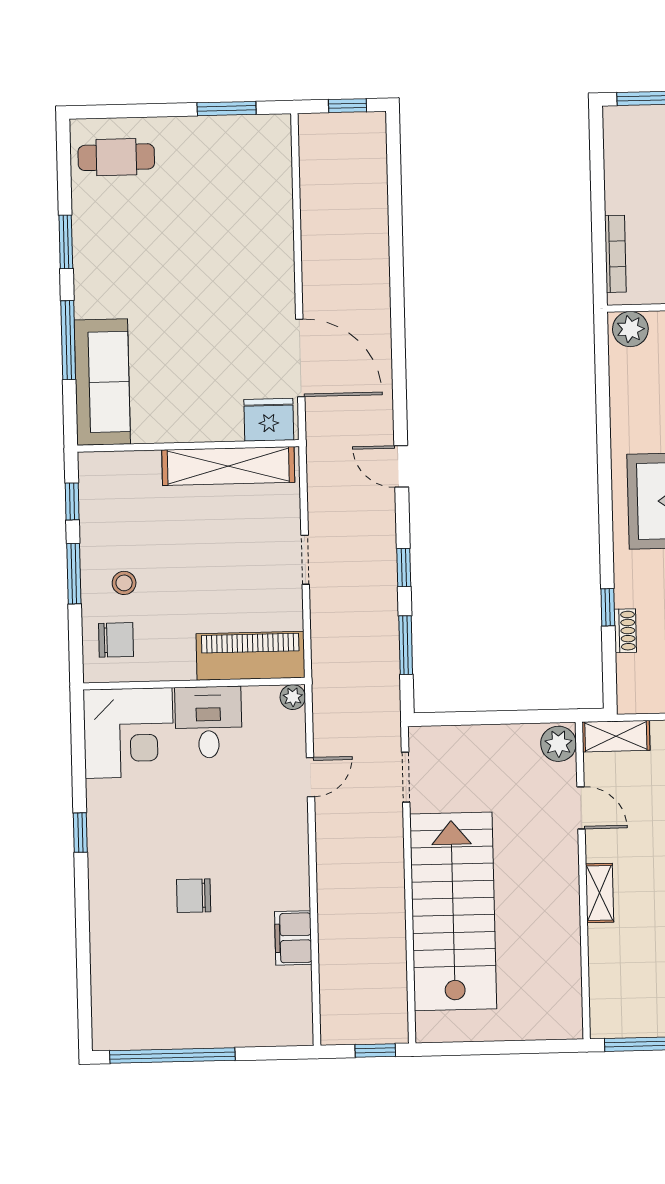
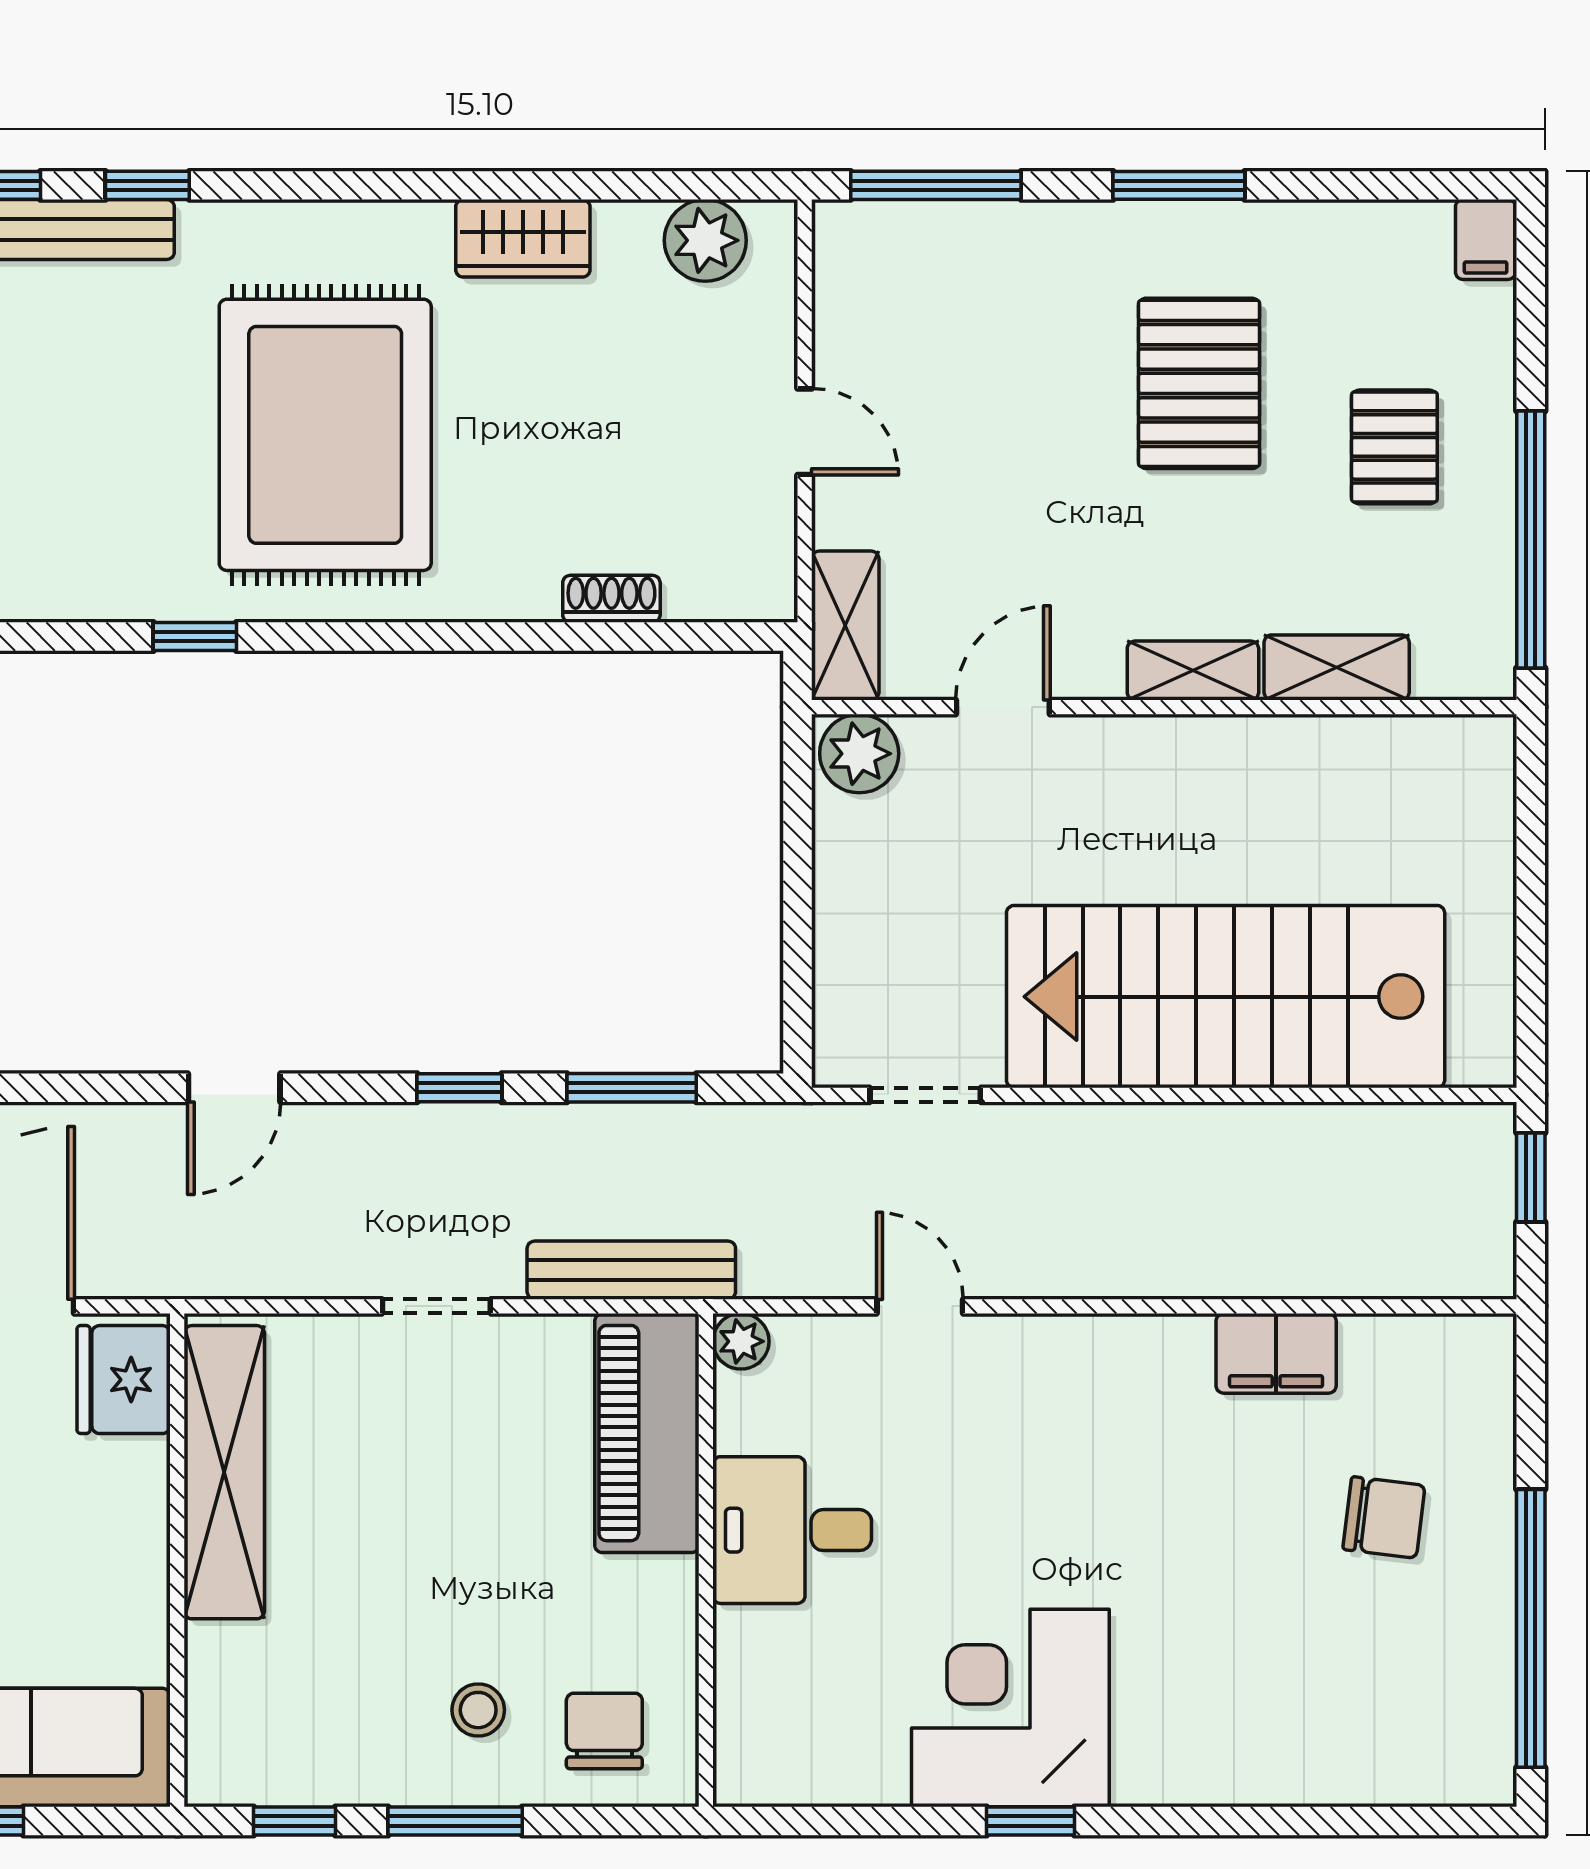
window: (608, 607) -> (195, 637), moved
bench: (324, 647) -> (631, 1270), added
corner desk: (129, 733) -> (1010, 1708), moved, turned -90
chair: (194, 896) -> (1384, 1517), moved, turned -83
shelving: (602, 958) -> (1337, 667), added

